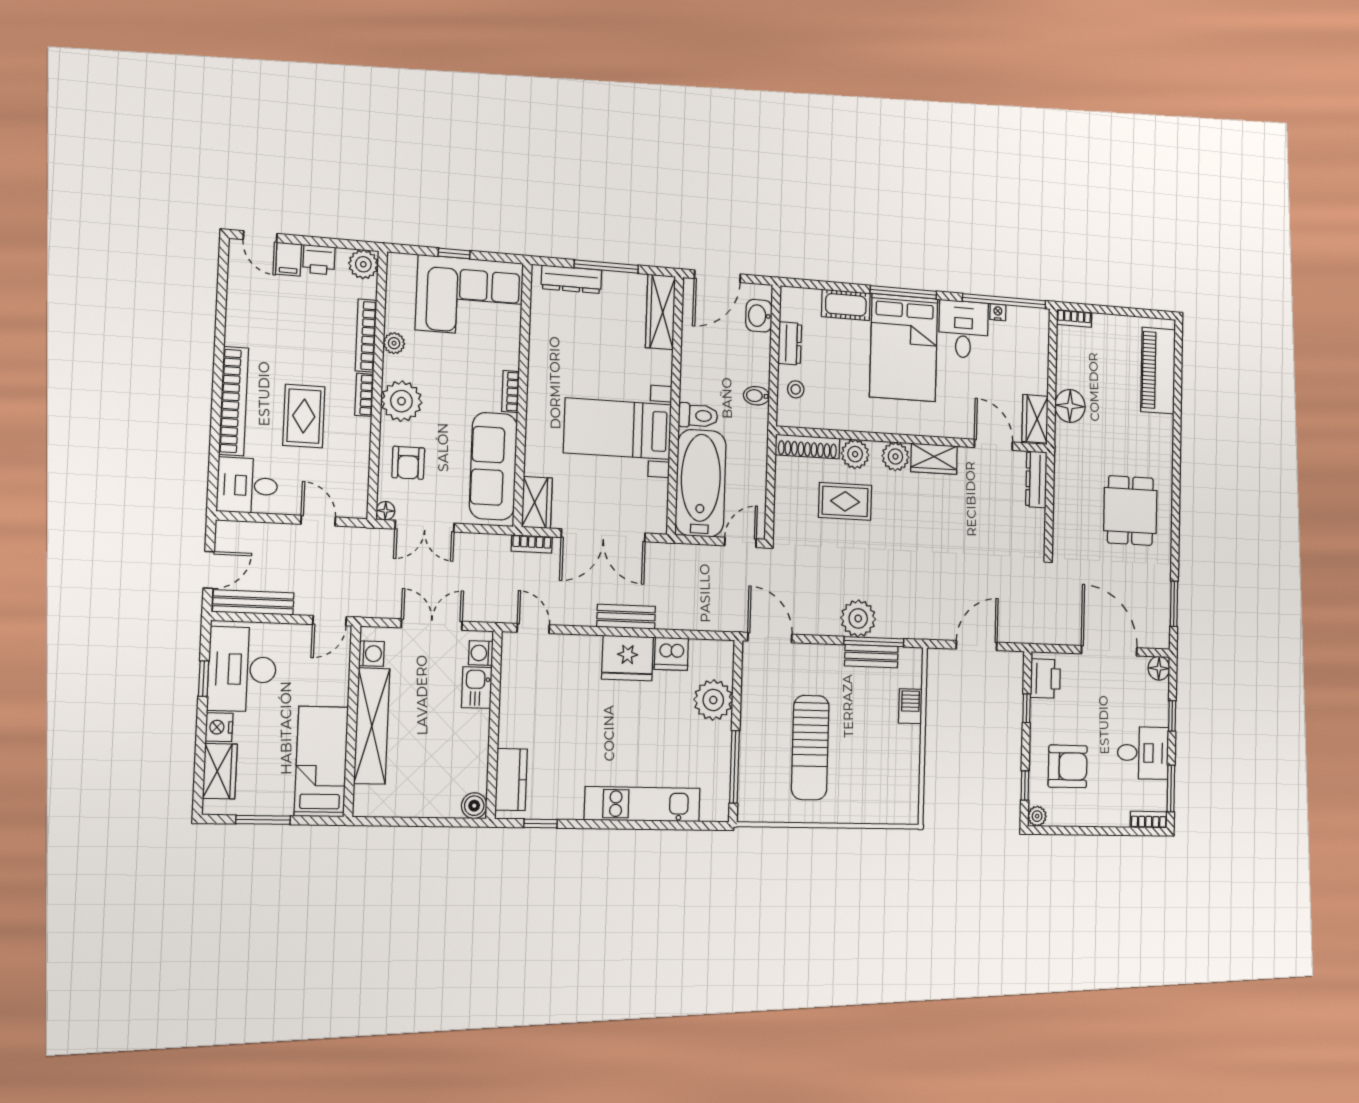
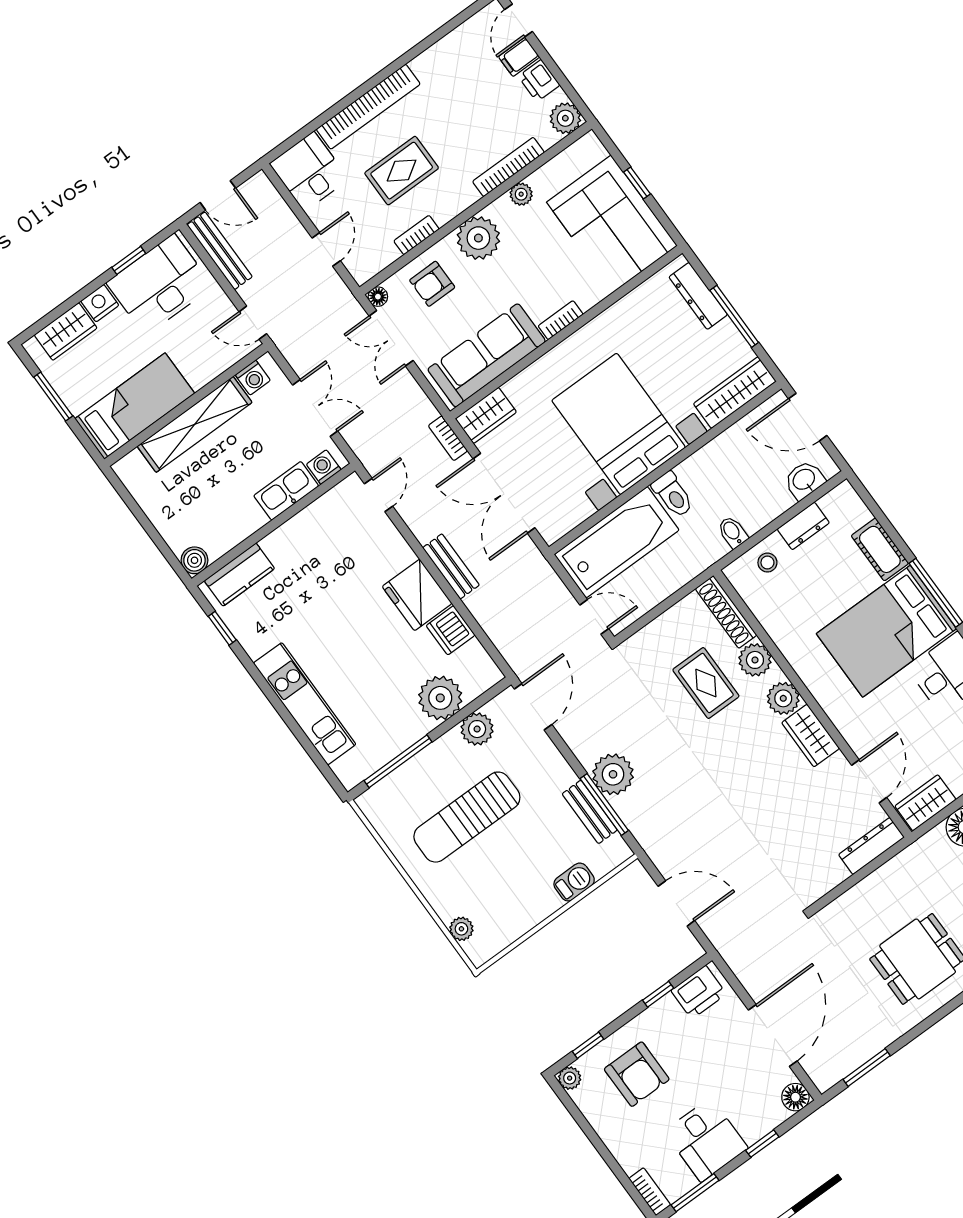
bookcase: (364, 395) -> (416, 235), moved
bed with nightstands: (618, 429) -> (619, 424), width x1.36
kitchen sink: (477, 688) -> (286, 491), width x1.38
plant: (755, 691) -> (477, 729), added
plant: (883, 813) -> (461, 929), added

